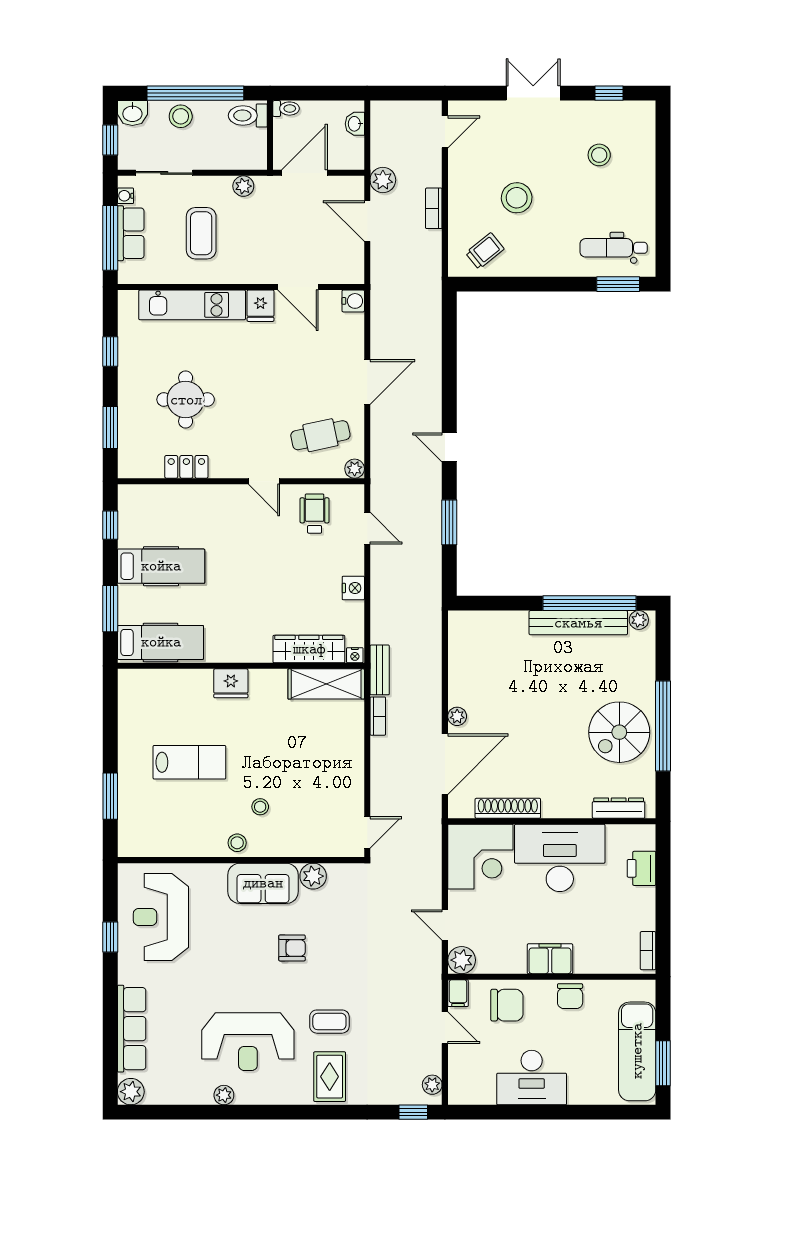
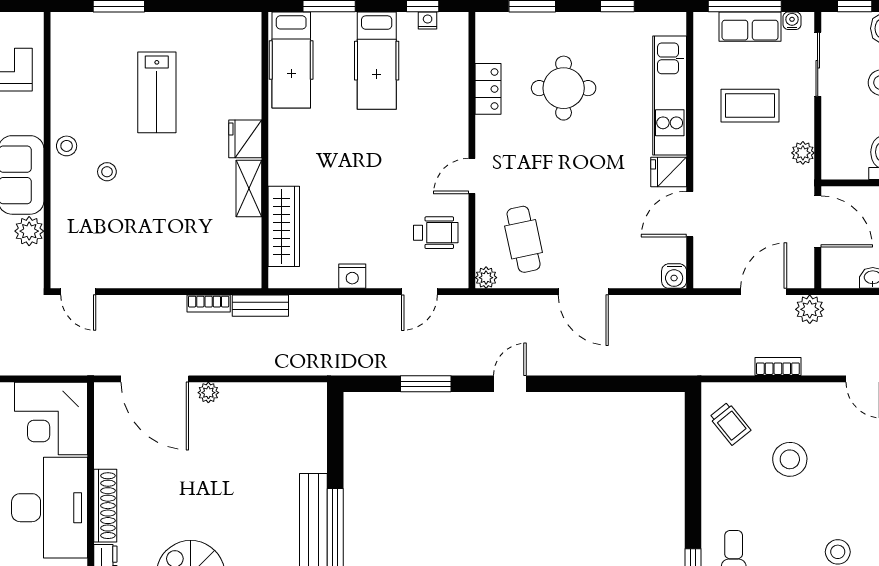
nightstand: (355, 655) -> (428, 20), moved, turned 90
shelving: (326, 684) -> (249, 189), moved, width x0.67, depth x0.75
shoe rack: (508, 808) -> (105, 506), moved

